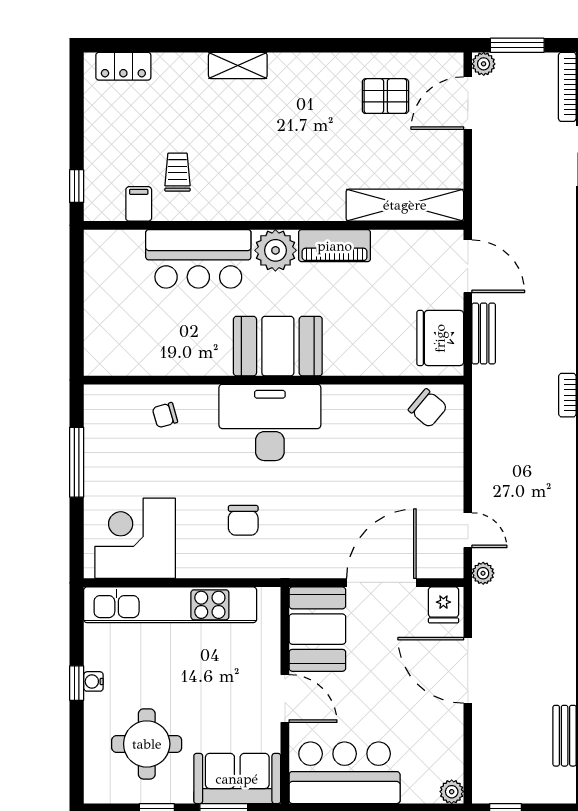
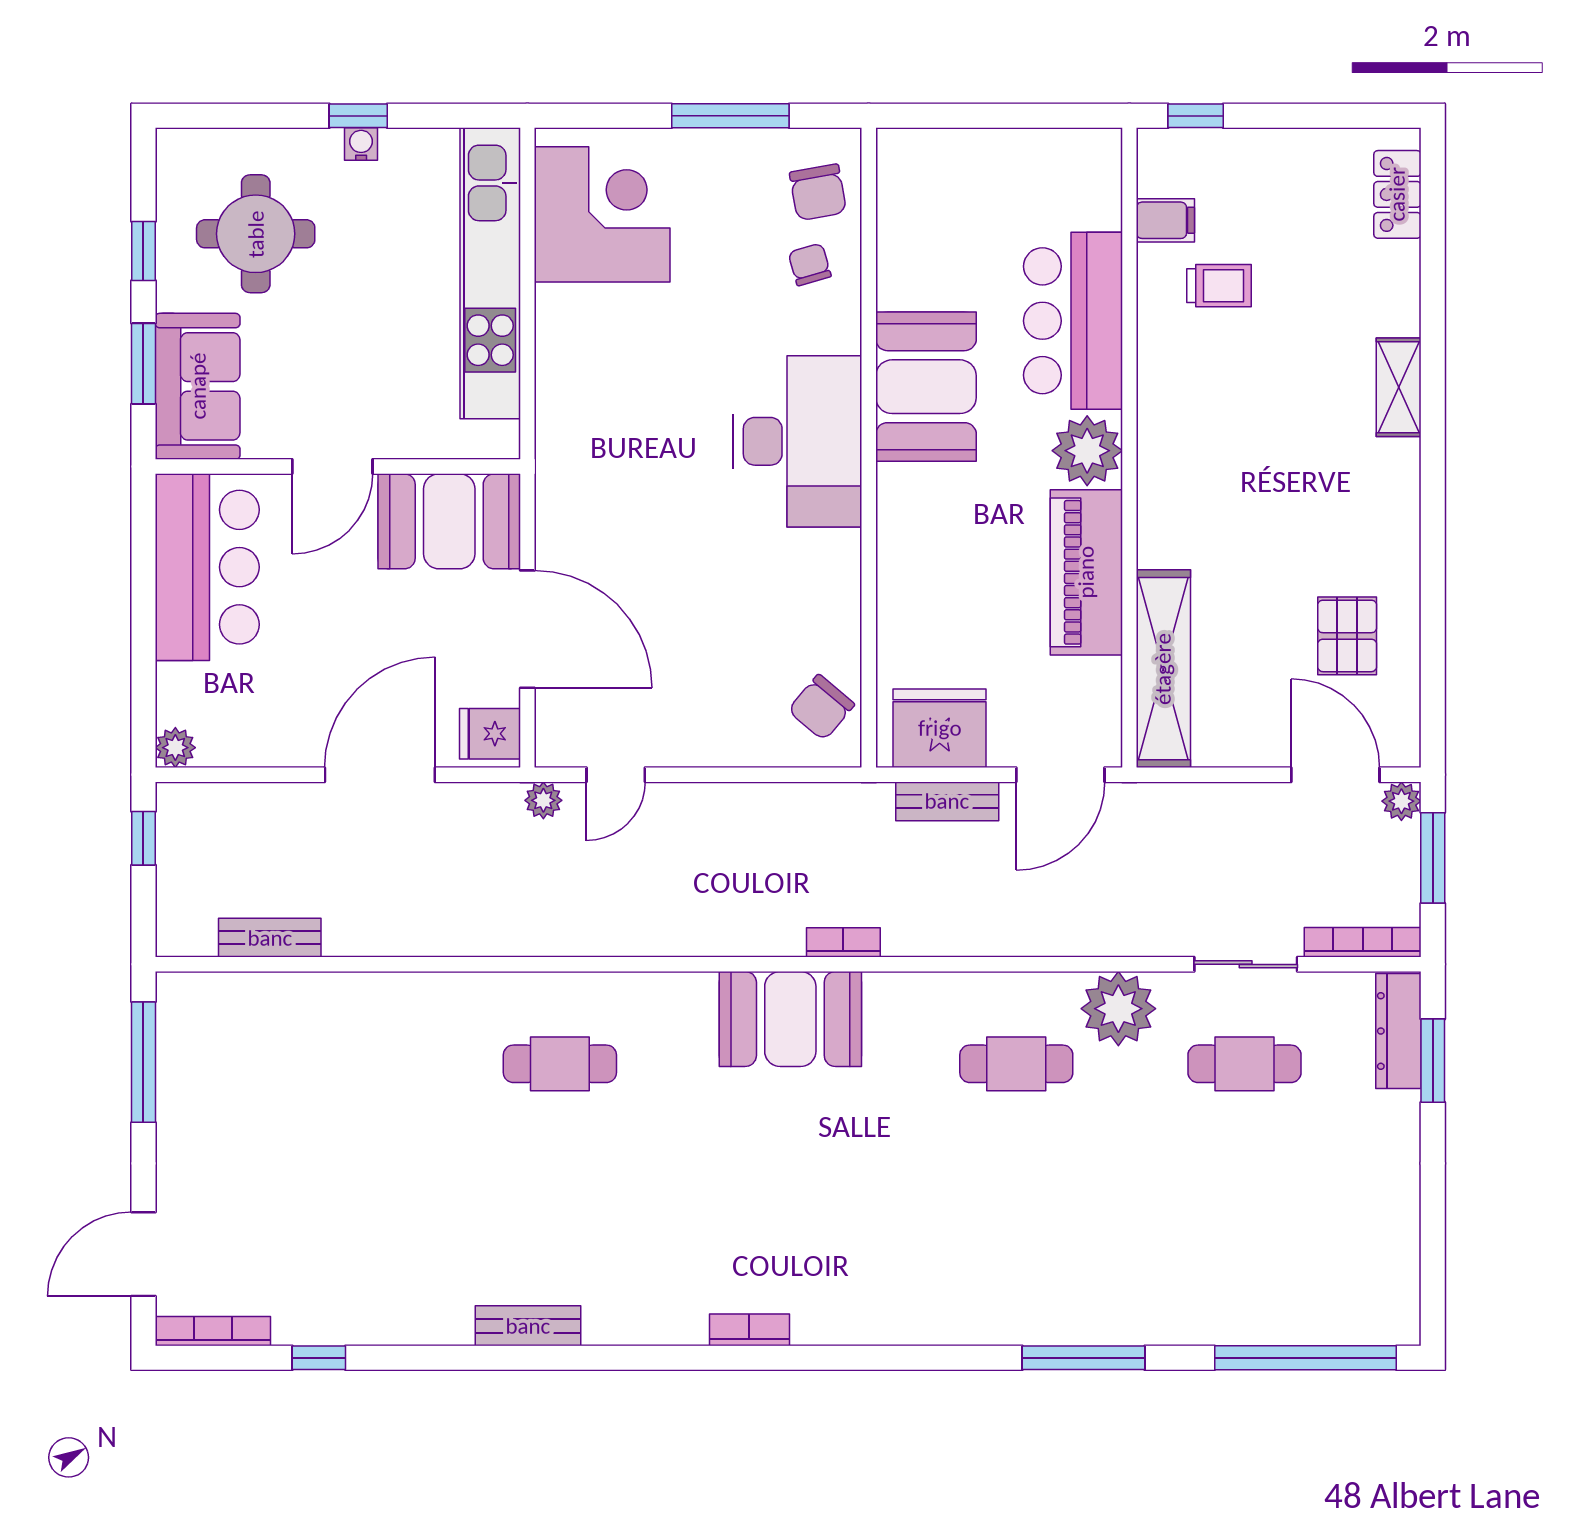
piano: (335, 246) -> (1086, 572), width x1.37, depth x1.33
booth: (278, 346) -> (926, 387), moved
chair: (243, 520) -> (818, 192), moved, turned -100

